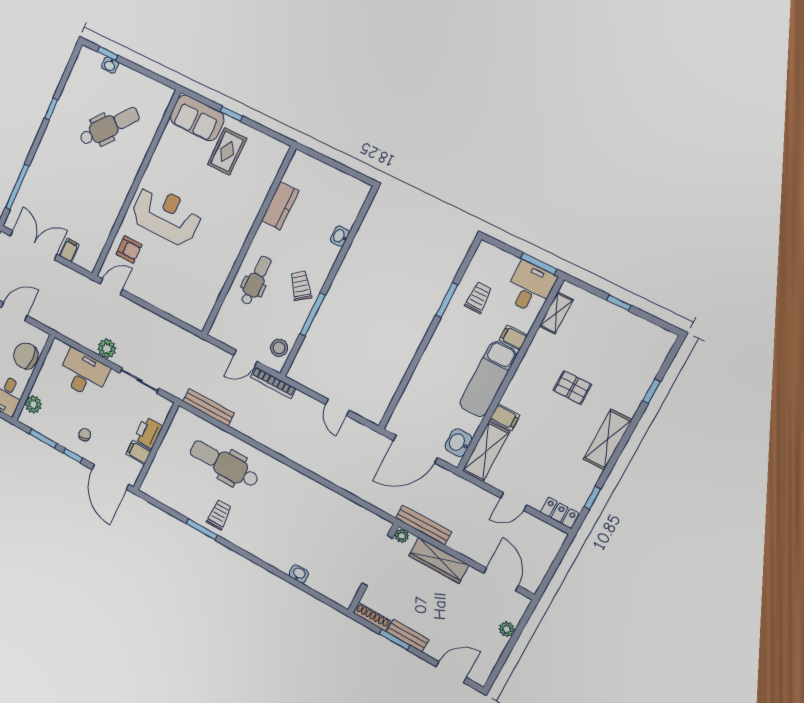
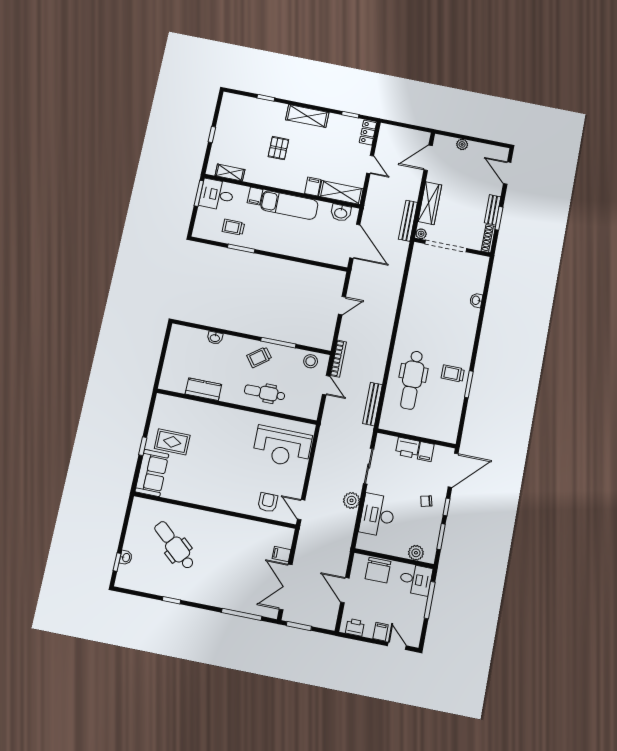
reception desk: (166, 215) -> (282, 447), moved, turned -90

